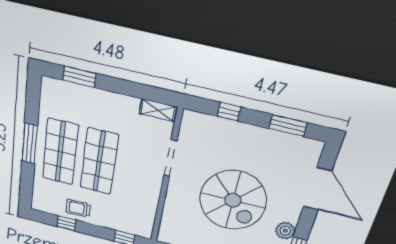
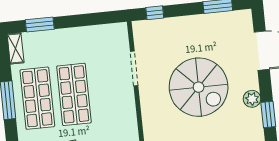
shelving: (158, 110) -> (16, 48), moved, turned 90
window: (229, 112) -> (155, 13), moved

